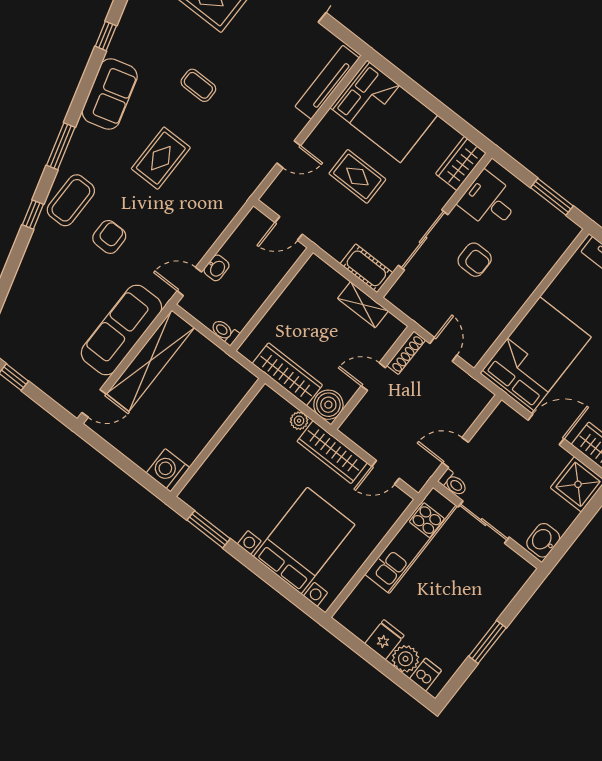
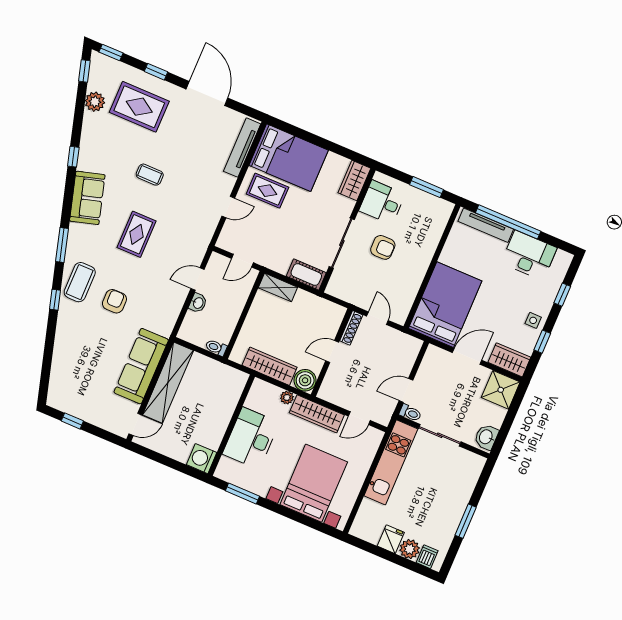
rug: (357, 176) -> (267, 191), moved
door: (189, 281) -> (198, 279), moved
shelving: (363, 305) -> (278, 287), moved
desk: (238, 461) -> (251, 438), added

